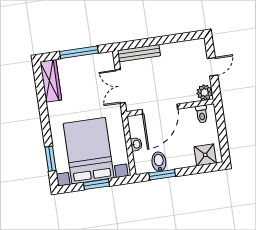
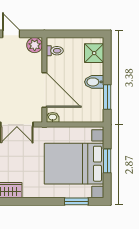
washbasin: (136, 144) -> (53, 117), moved
bidet: (159, 162) -> (94, 82), moved

